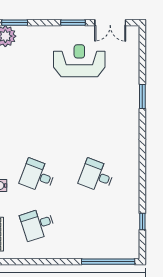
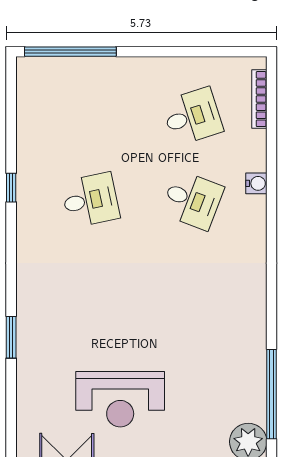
desk: (97, 176) -> (90, 200), turned -33
window: (142, 221) -> (11, 188), moved

